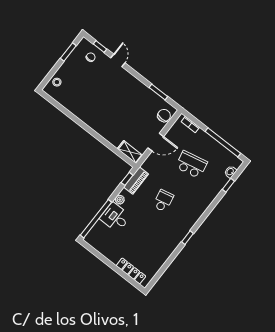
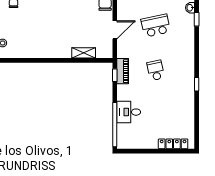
shelving: (130, 152) -> (84, 53), moved
plant: (120, 200) -> (122, 96), removed

